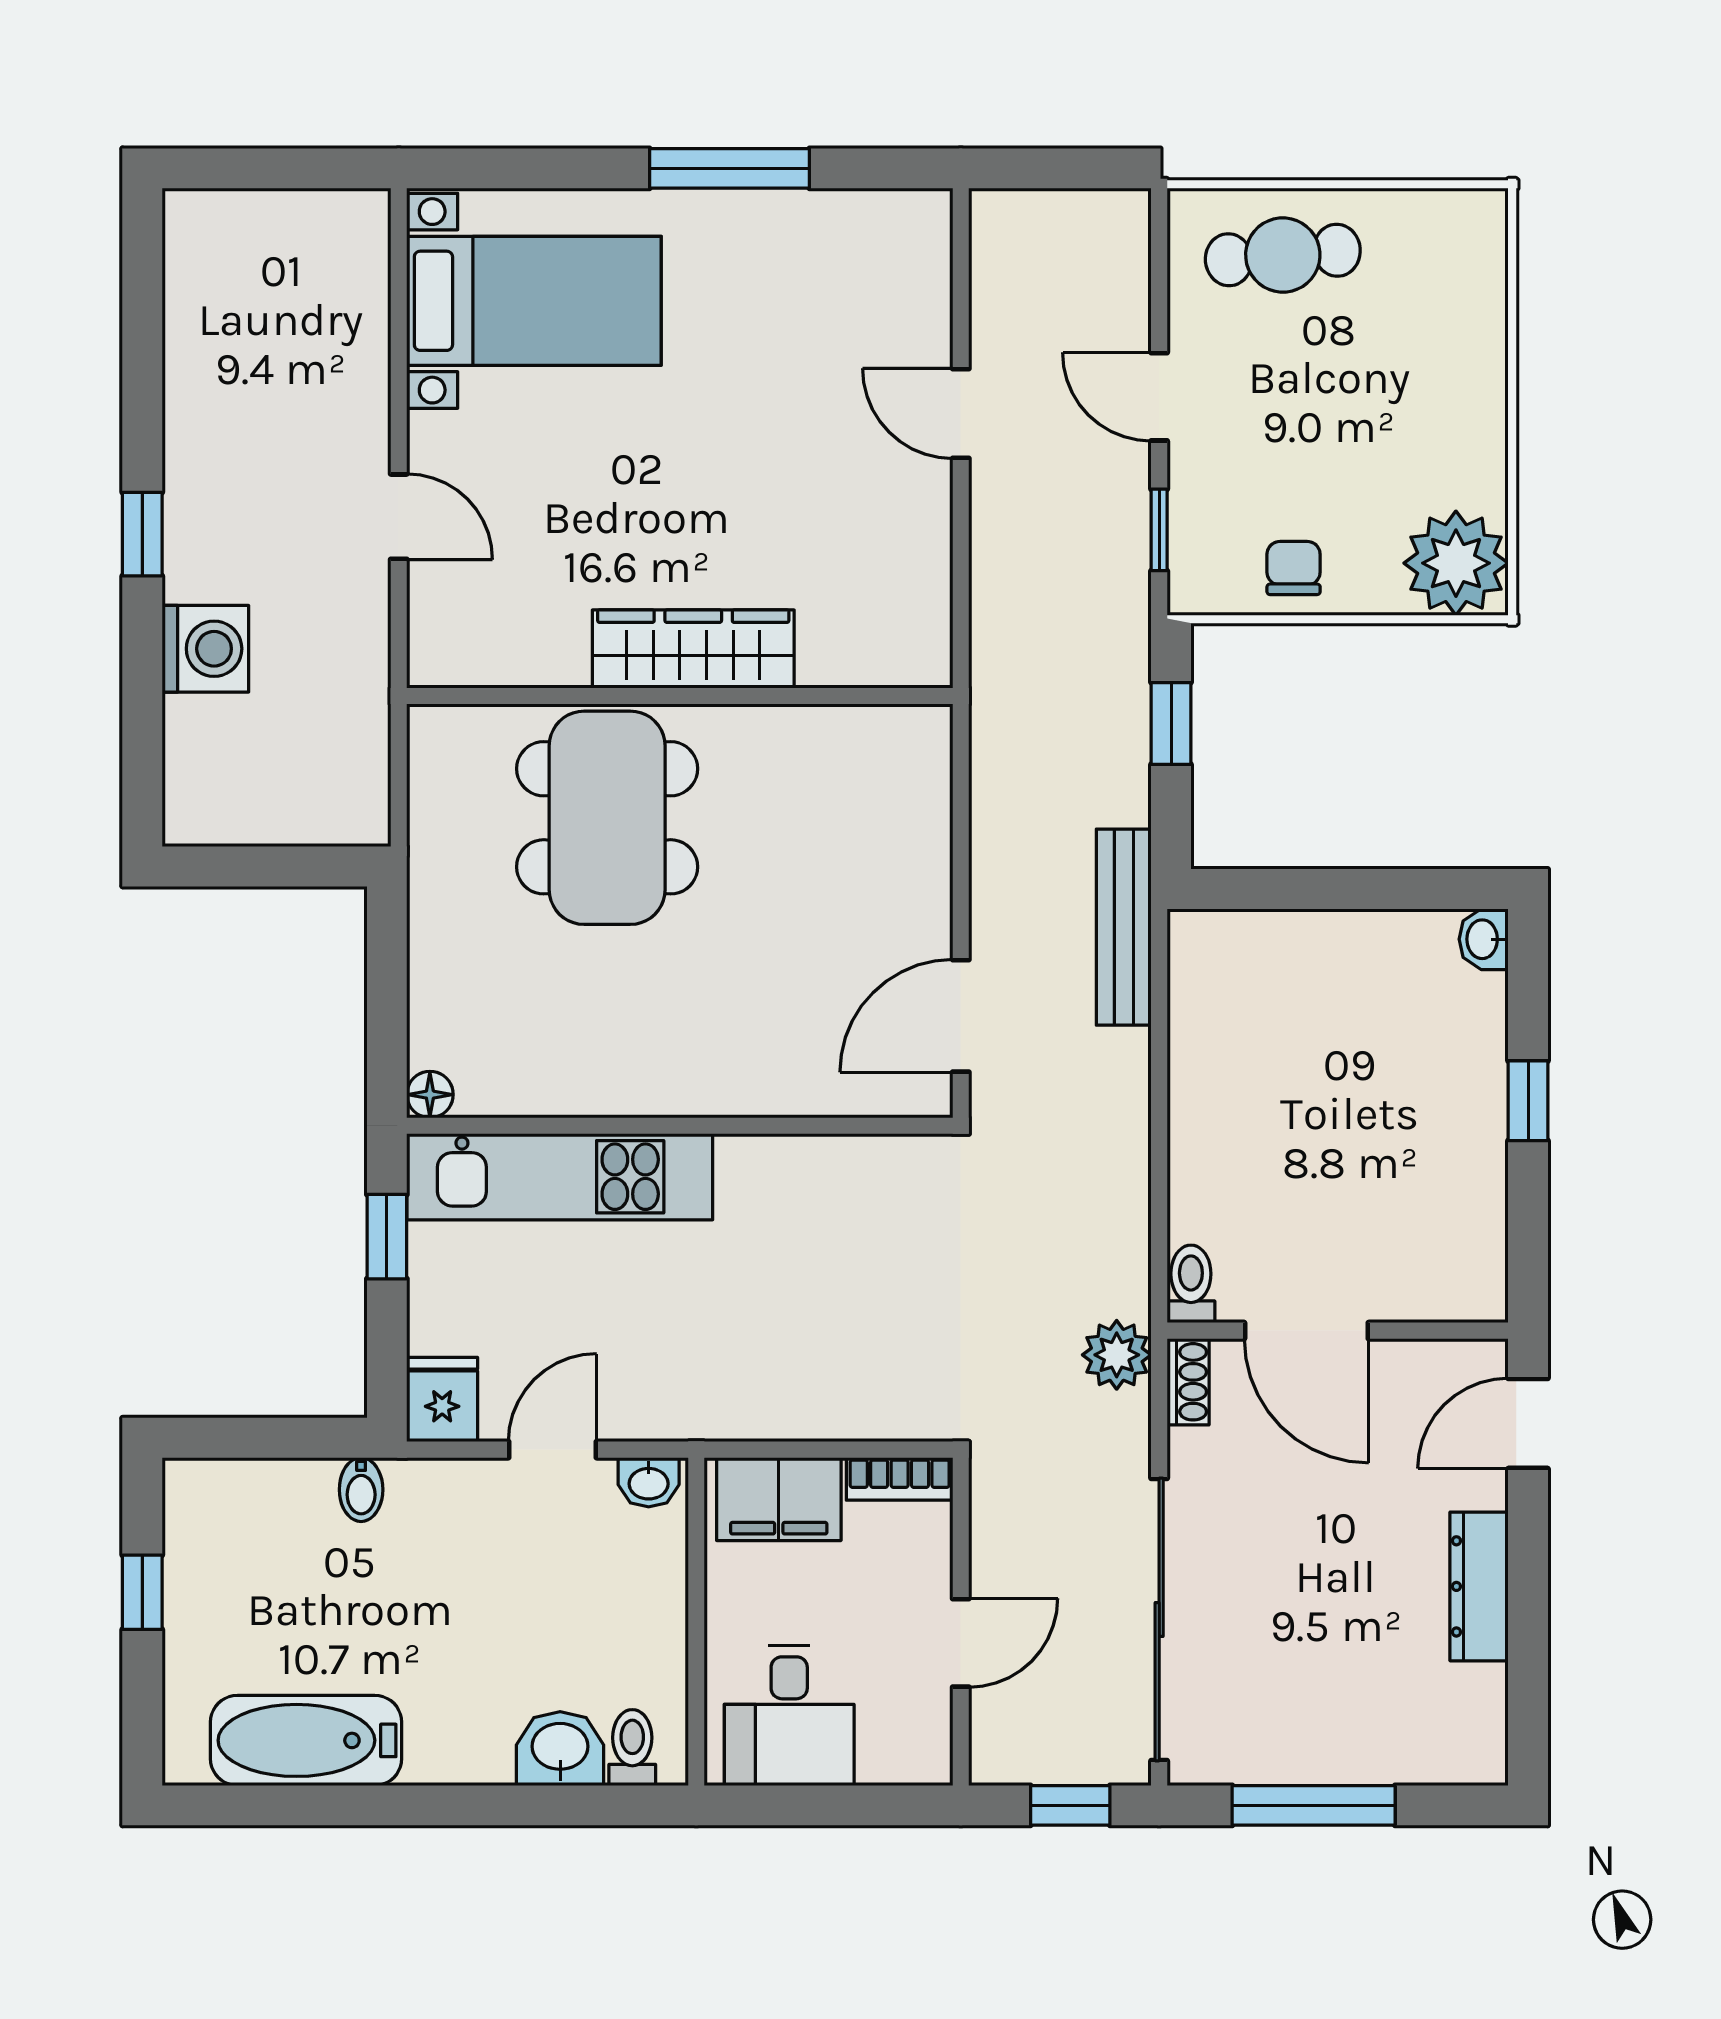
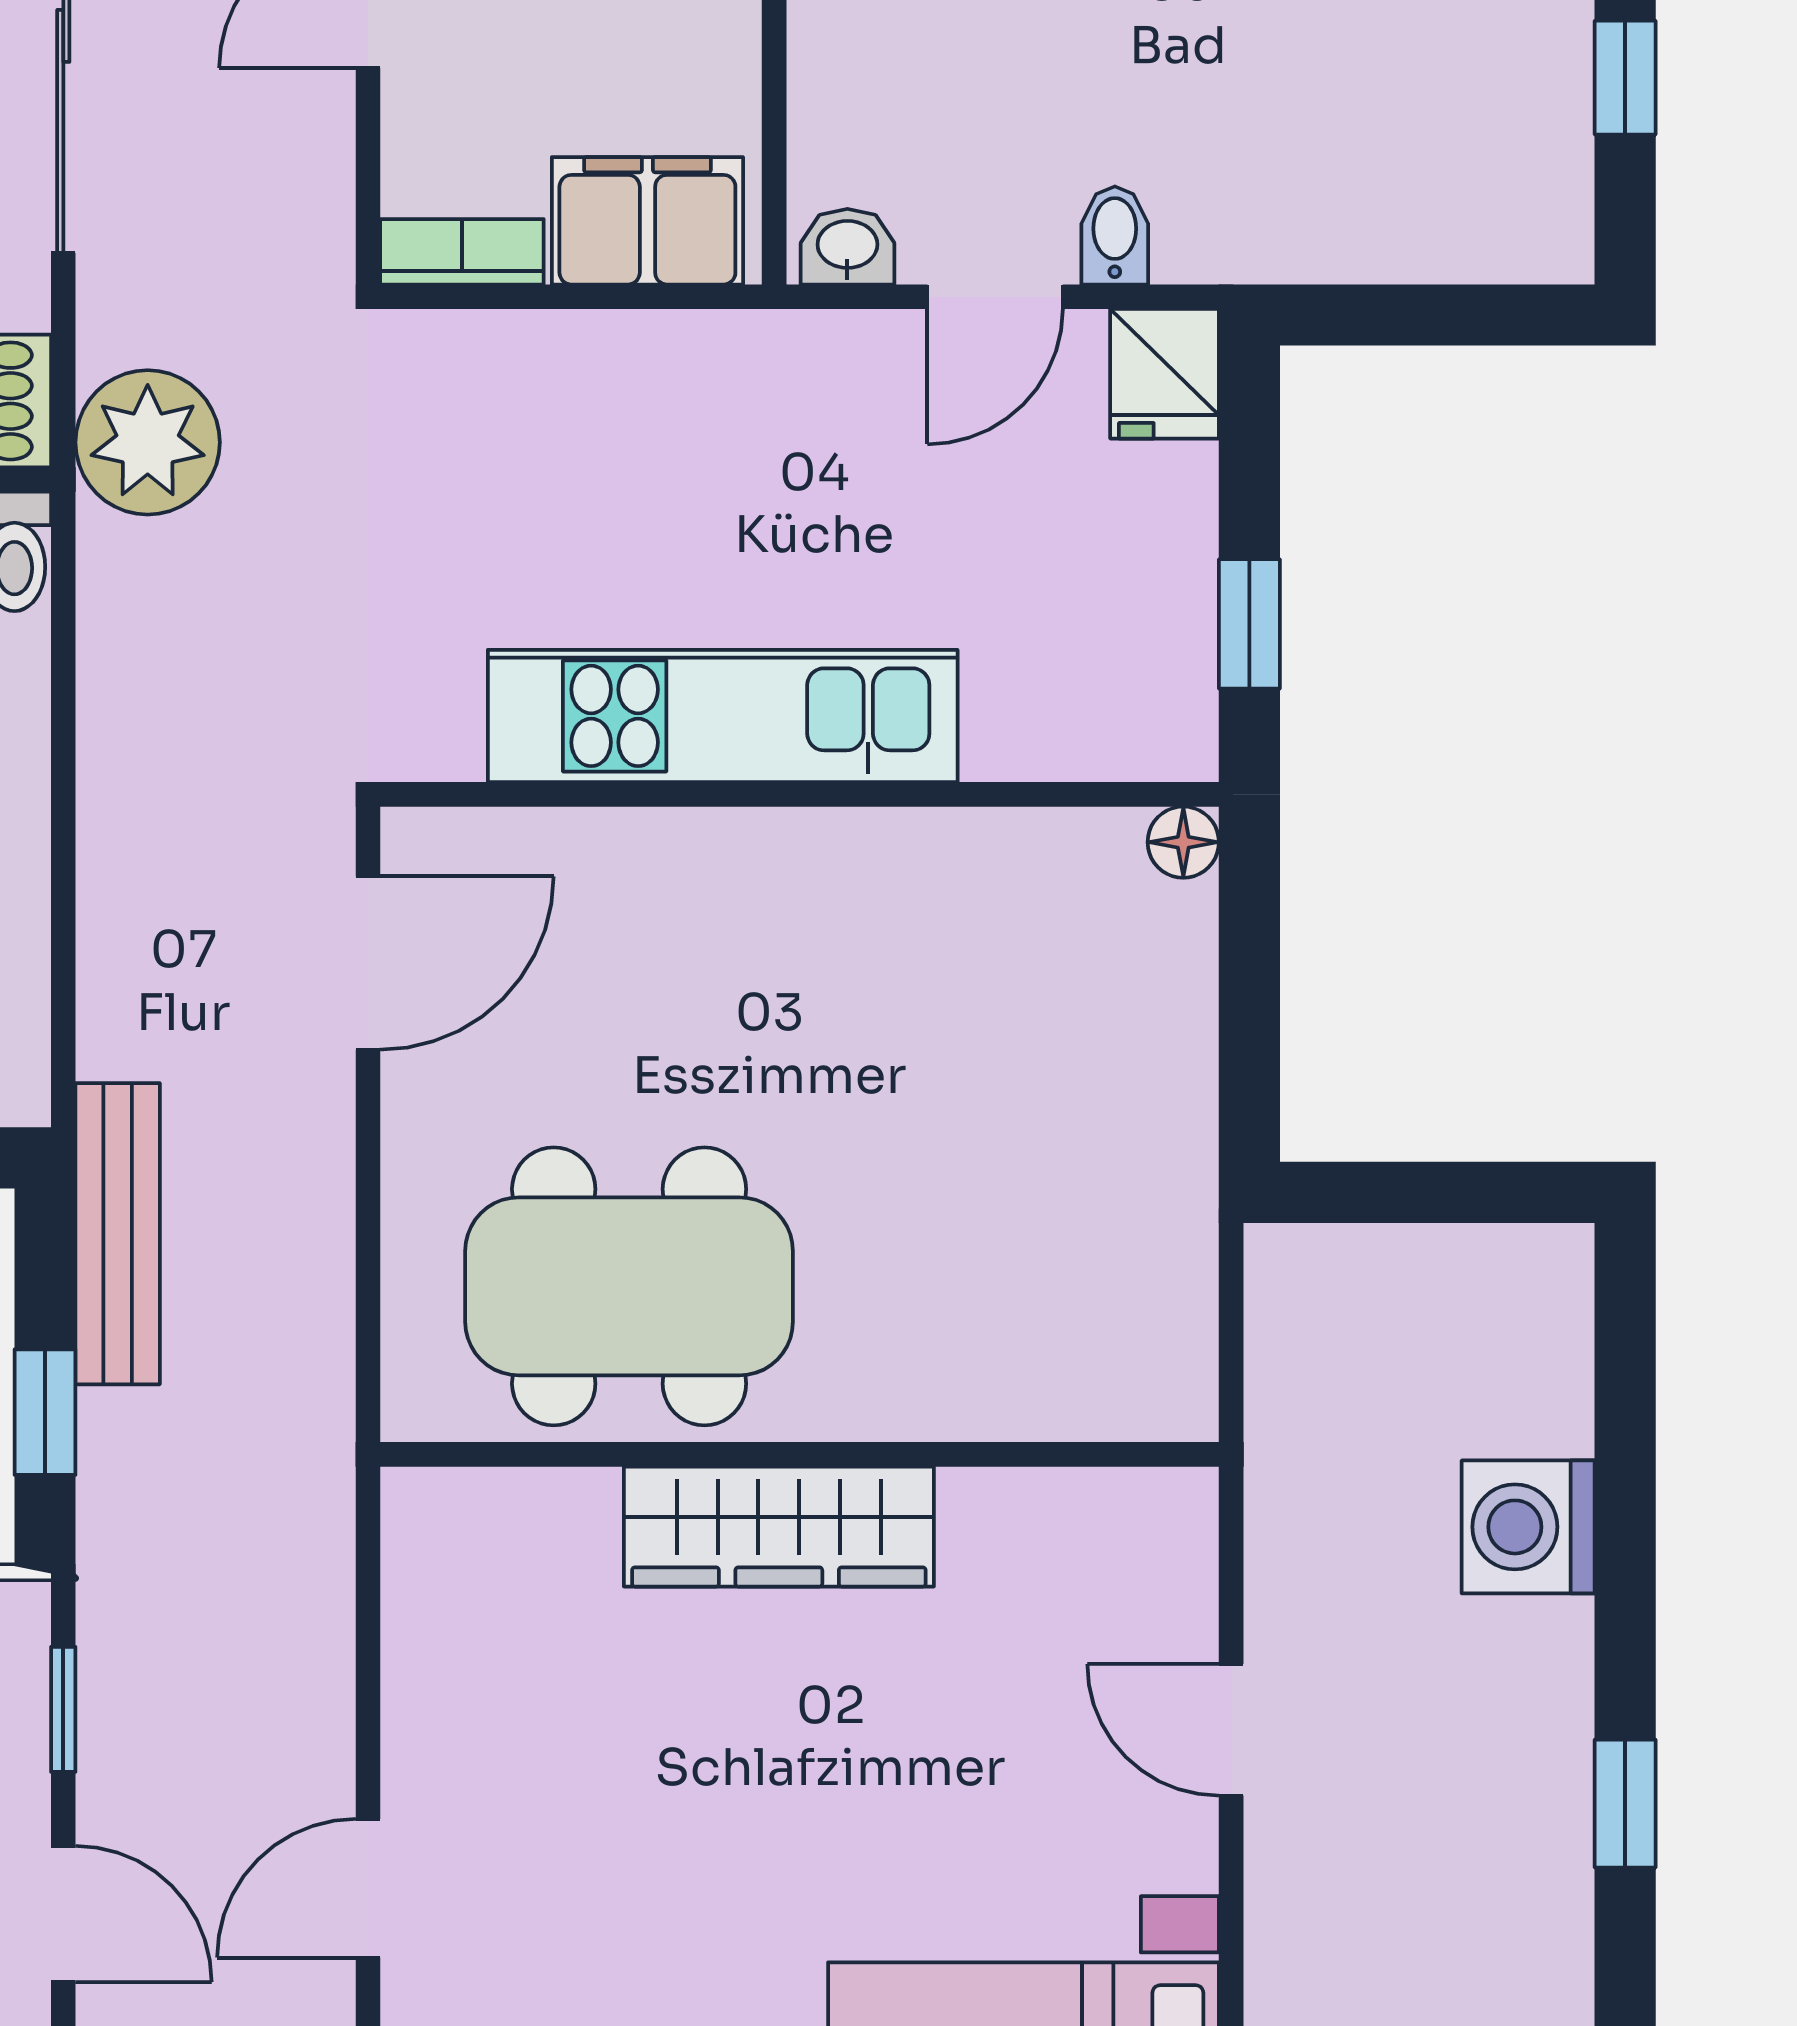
door: (961, 413) -> (368, 1888), swing flipped
window: (142, 534) -> (1625, 1804), moved
dining table: (607, 818) -> (629, 1286), moved, turned 90
bench: (1124, 927) -> (118, 1234), moved
kitchen unit: (560, 1177) -> (723, 716), moved
plant: (1117, 1355) -> (148, 442), width x1.36, depth x1.36
bidet: (361, 1490) -> (1115, 235), moved

